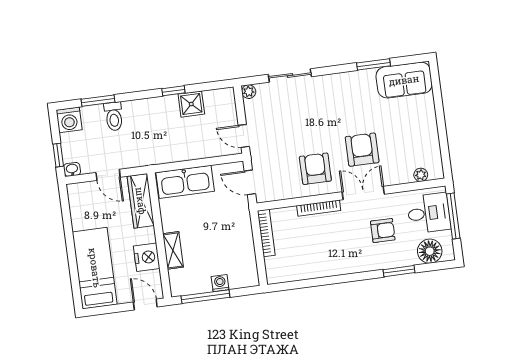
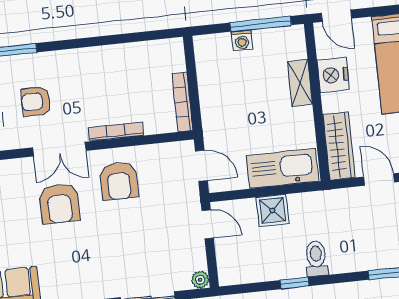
shower: (191, 104) -> (272, 210), moved
toilet: (114, 116) -> (316, 259), moved

